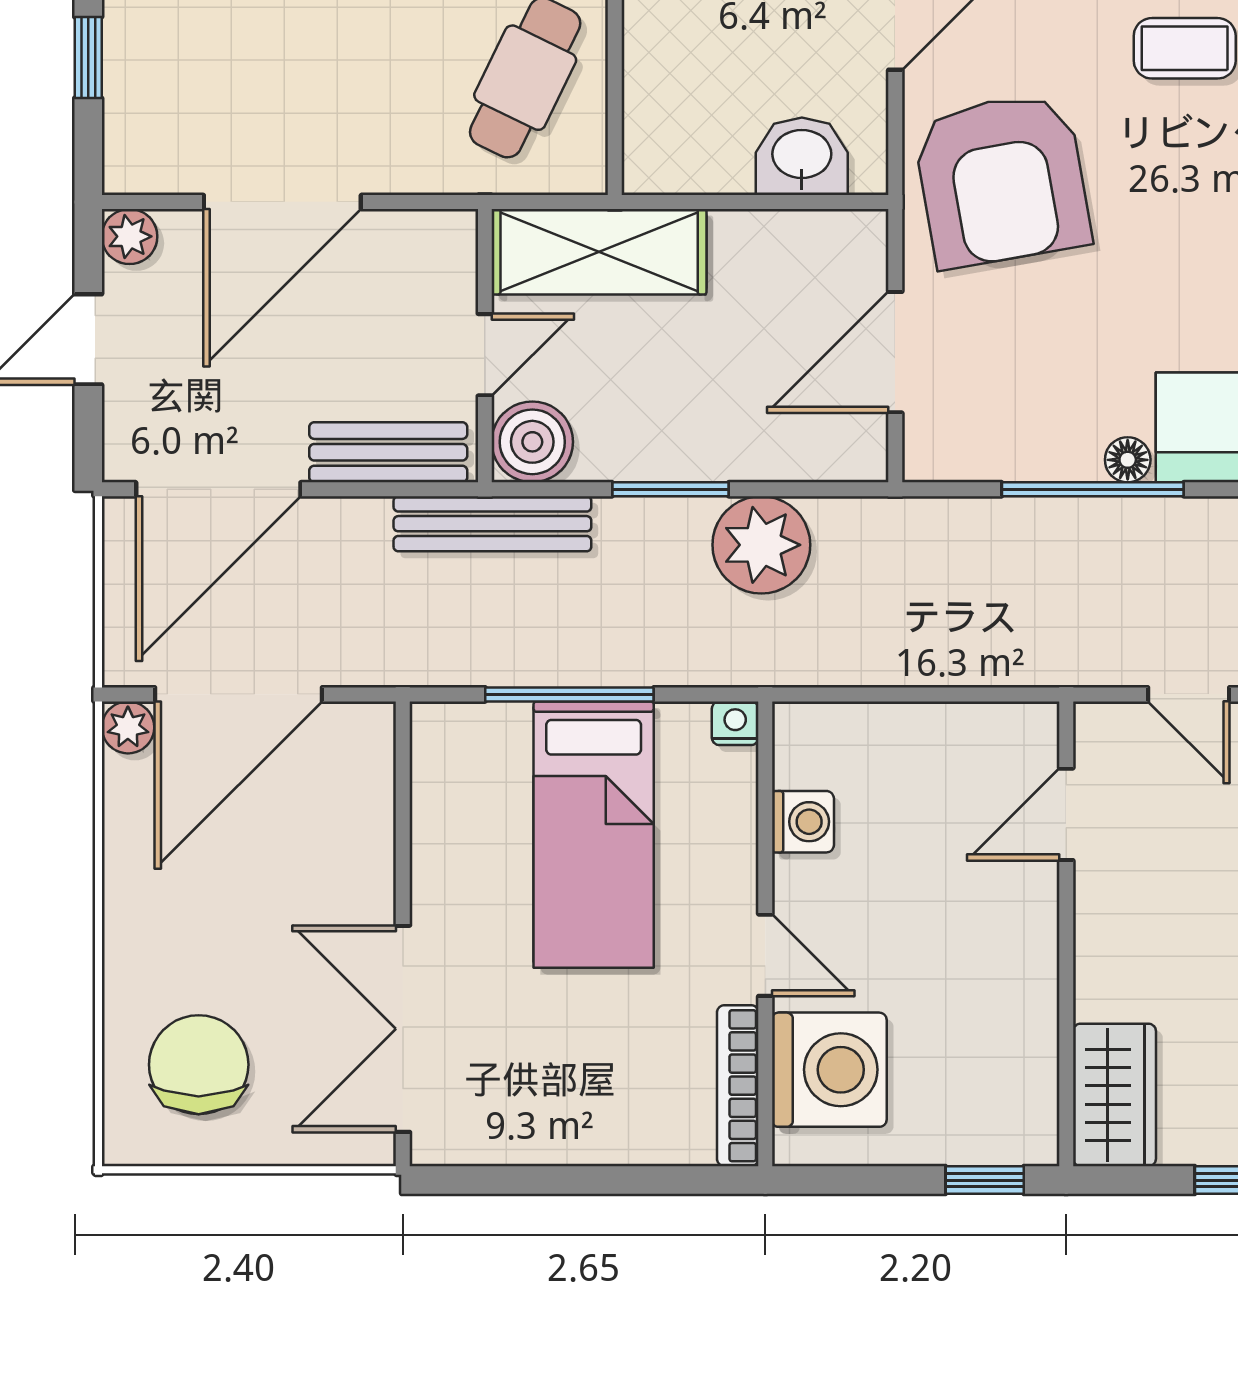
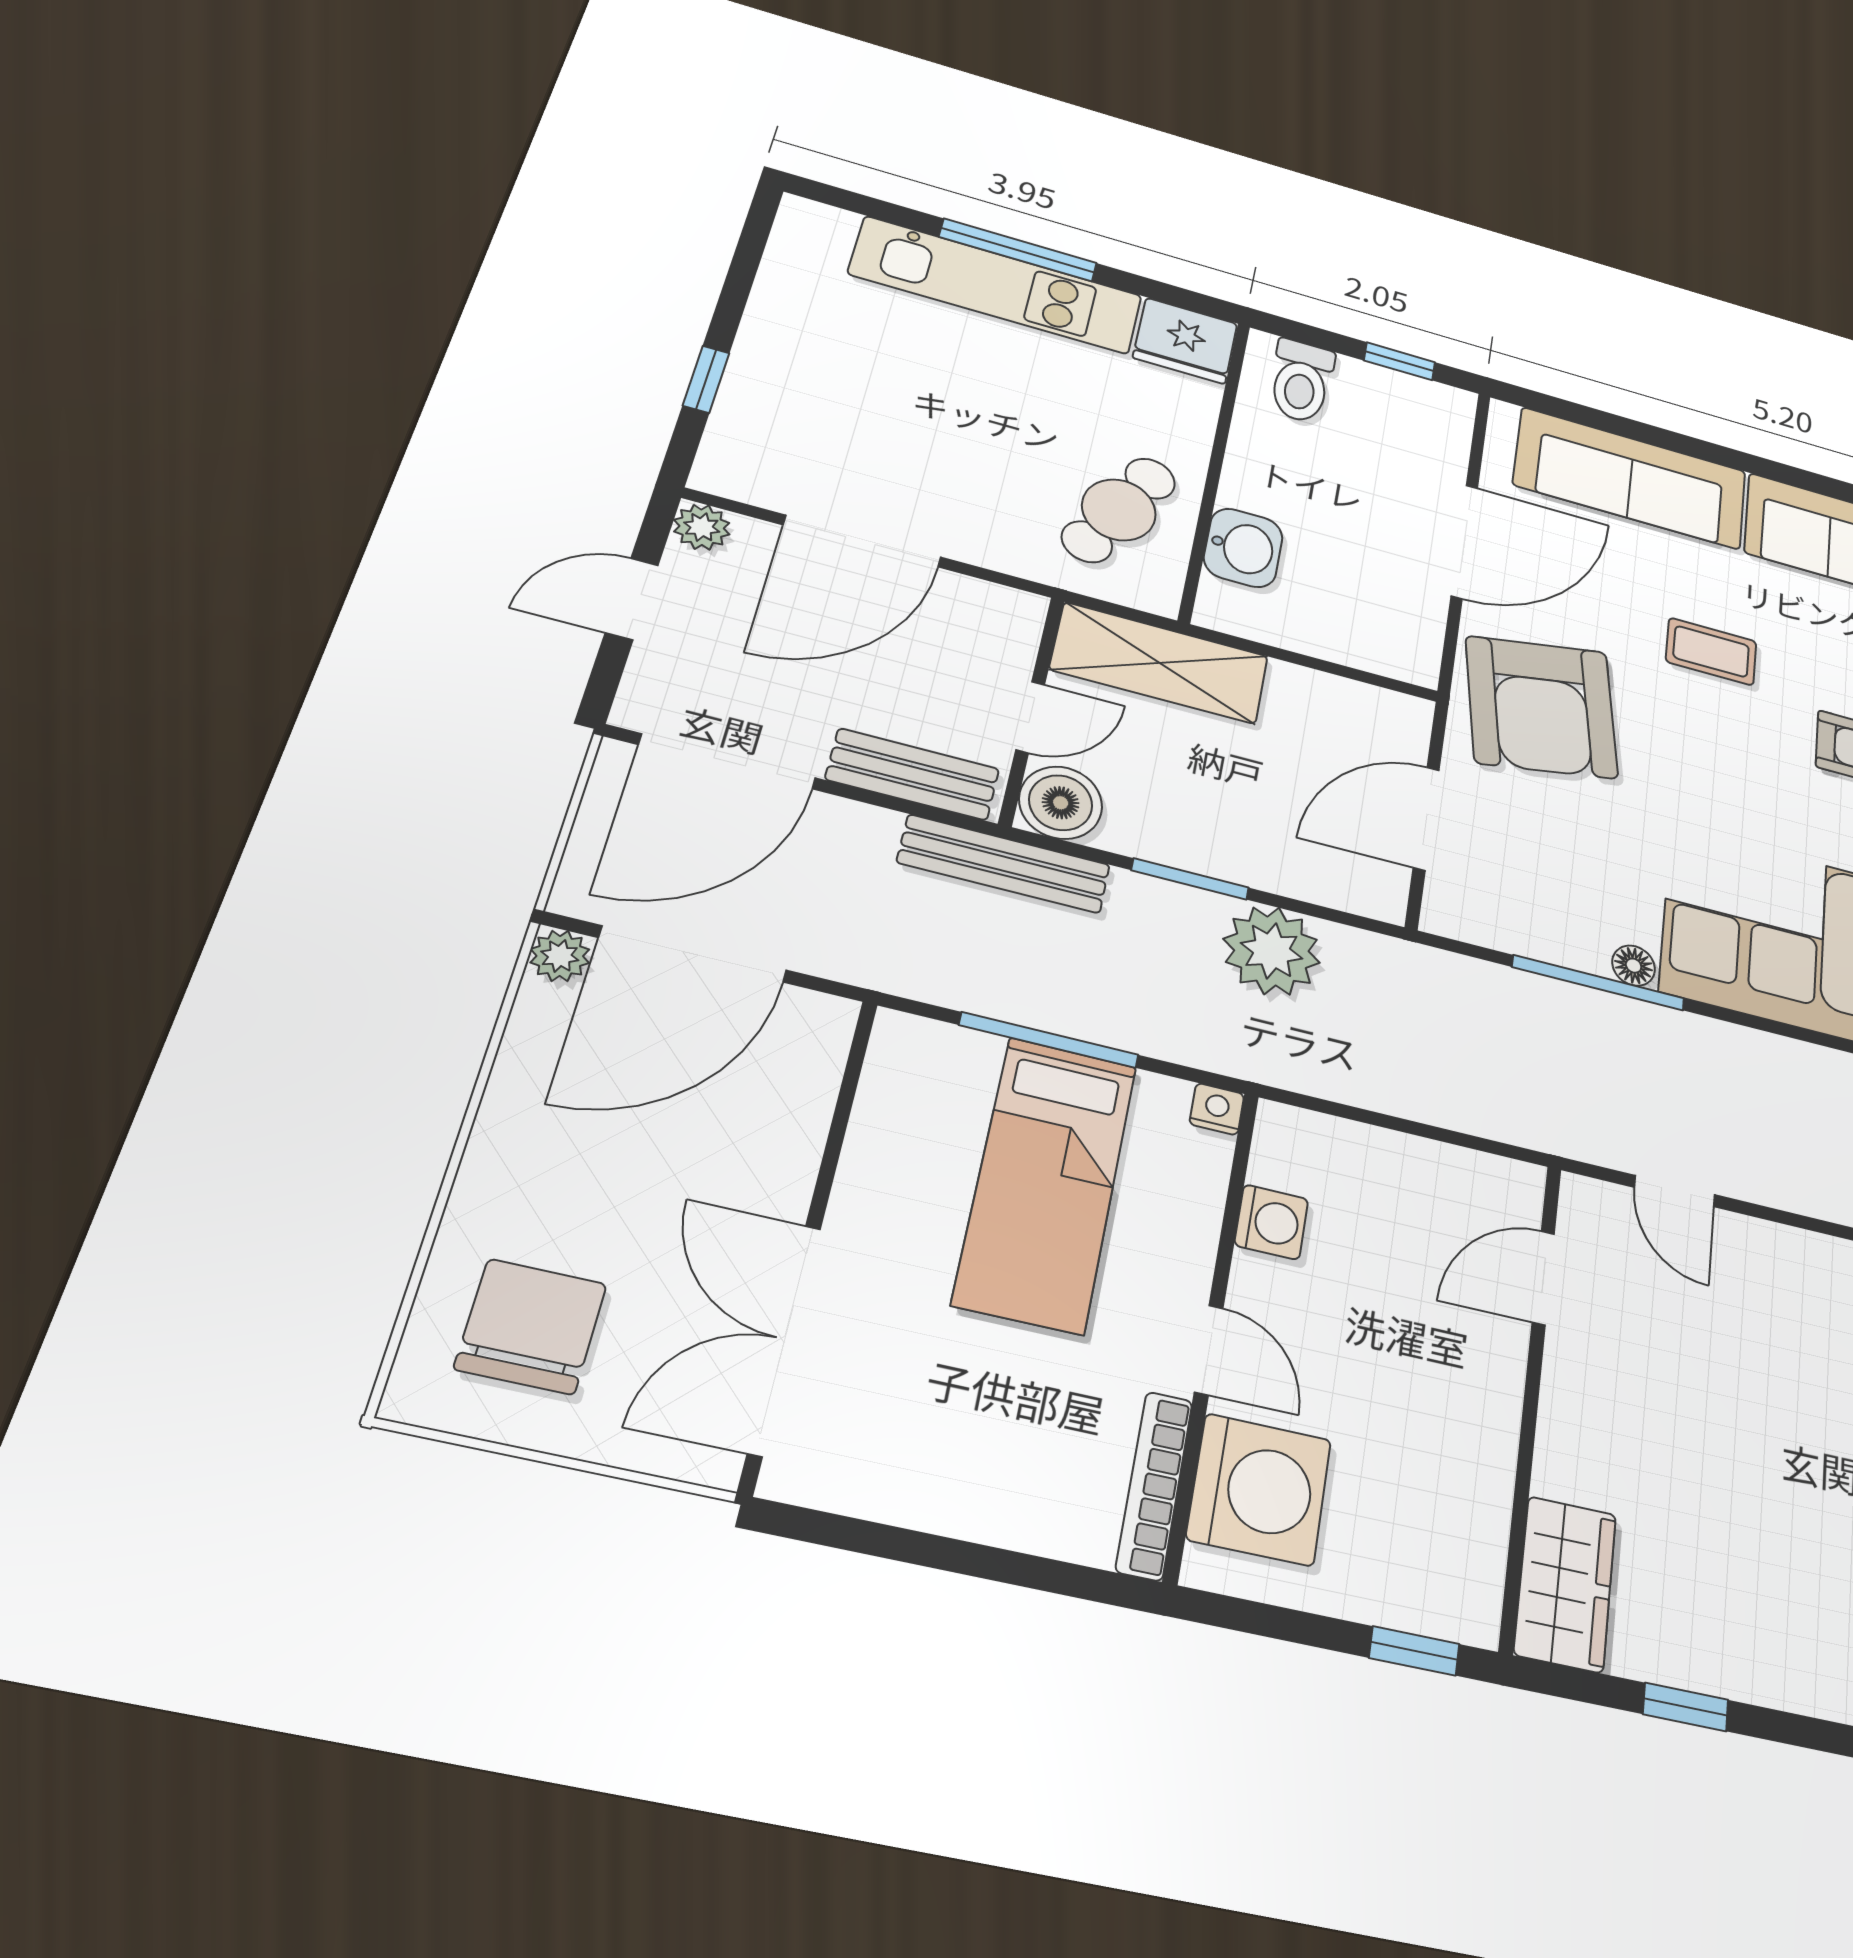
washbasin: (802, 156) -> (1243, 548), moved, turned 90

